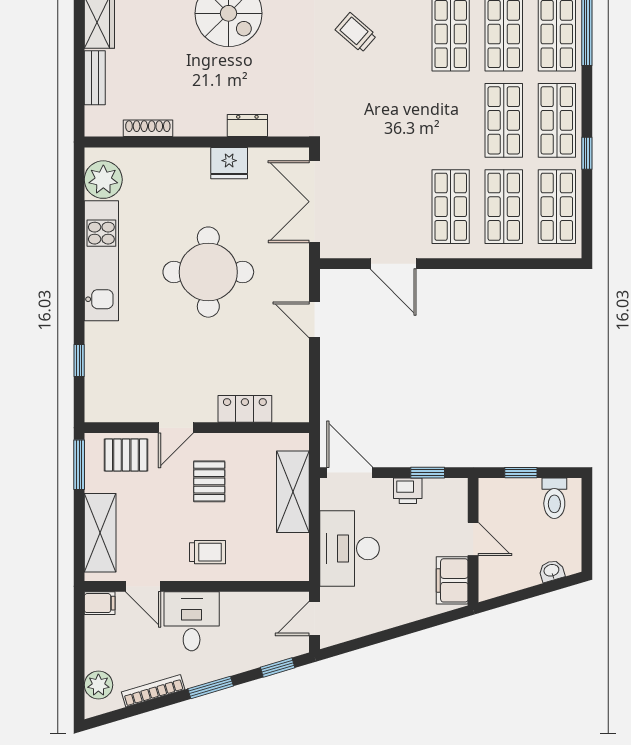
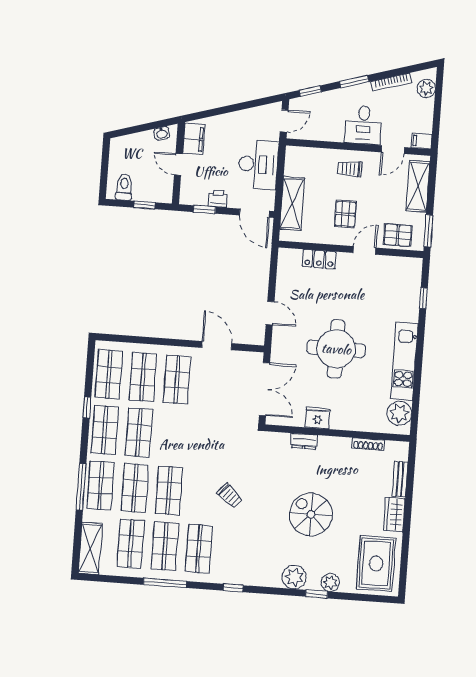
washbasin: (552, 571) -> (162, 133), moved
door: (143, 586) -> (393, 150), swing flipped

